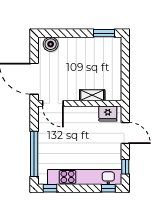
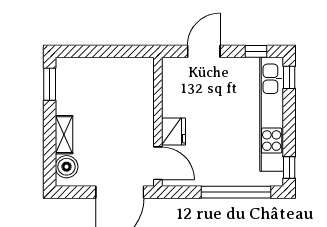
shelving: (92, 95) -> (64, 135), moved
door: (53, 103) -> (158, 163), hinge flipped
fridge: (108, 113) -> (174, 132), moved

